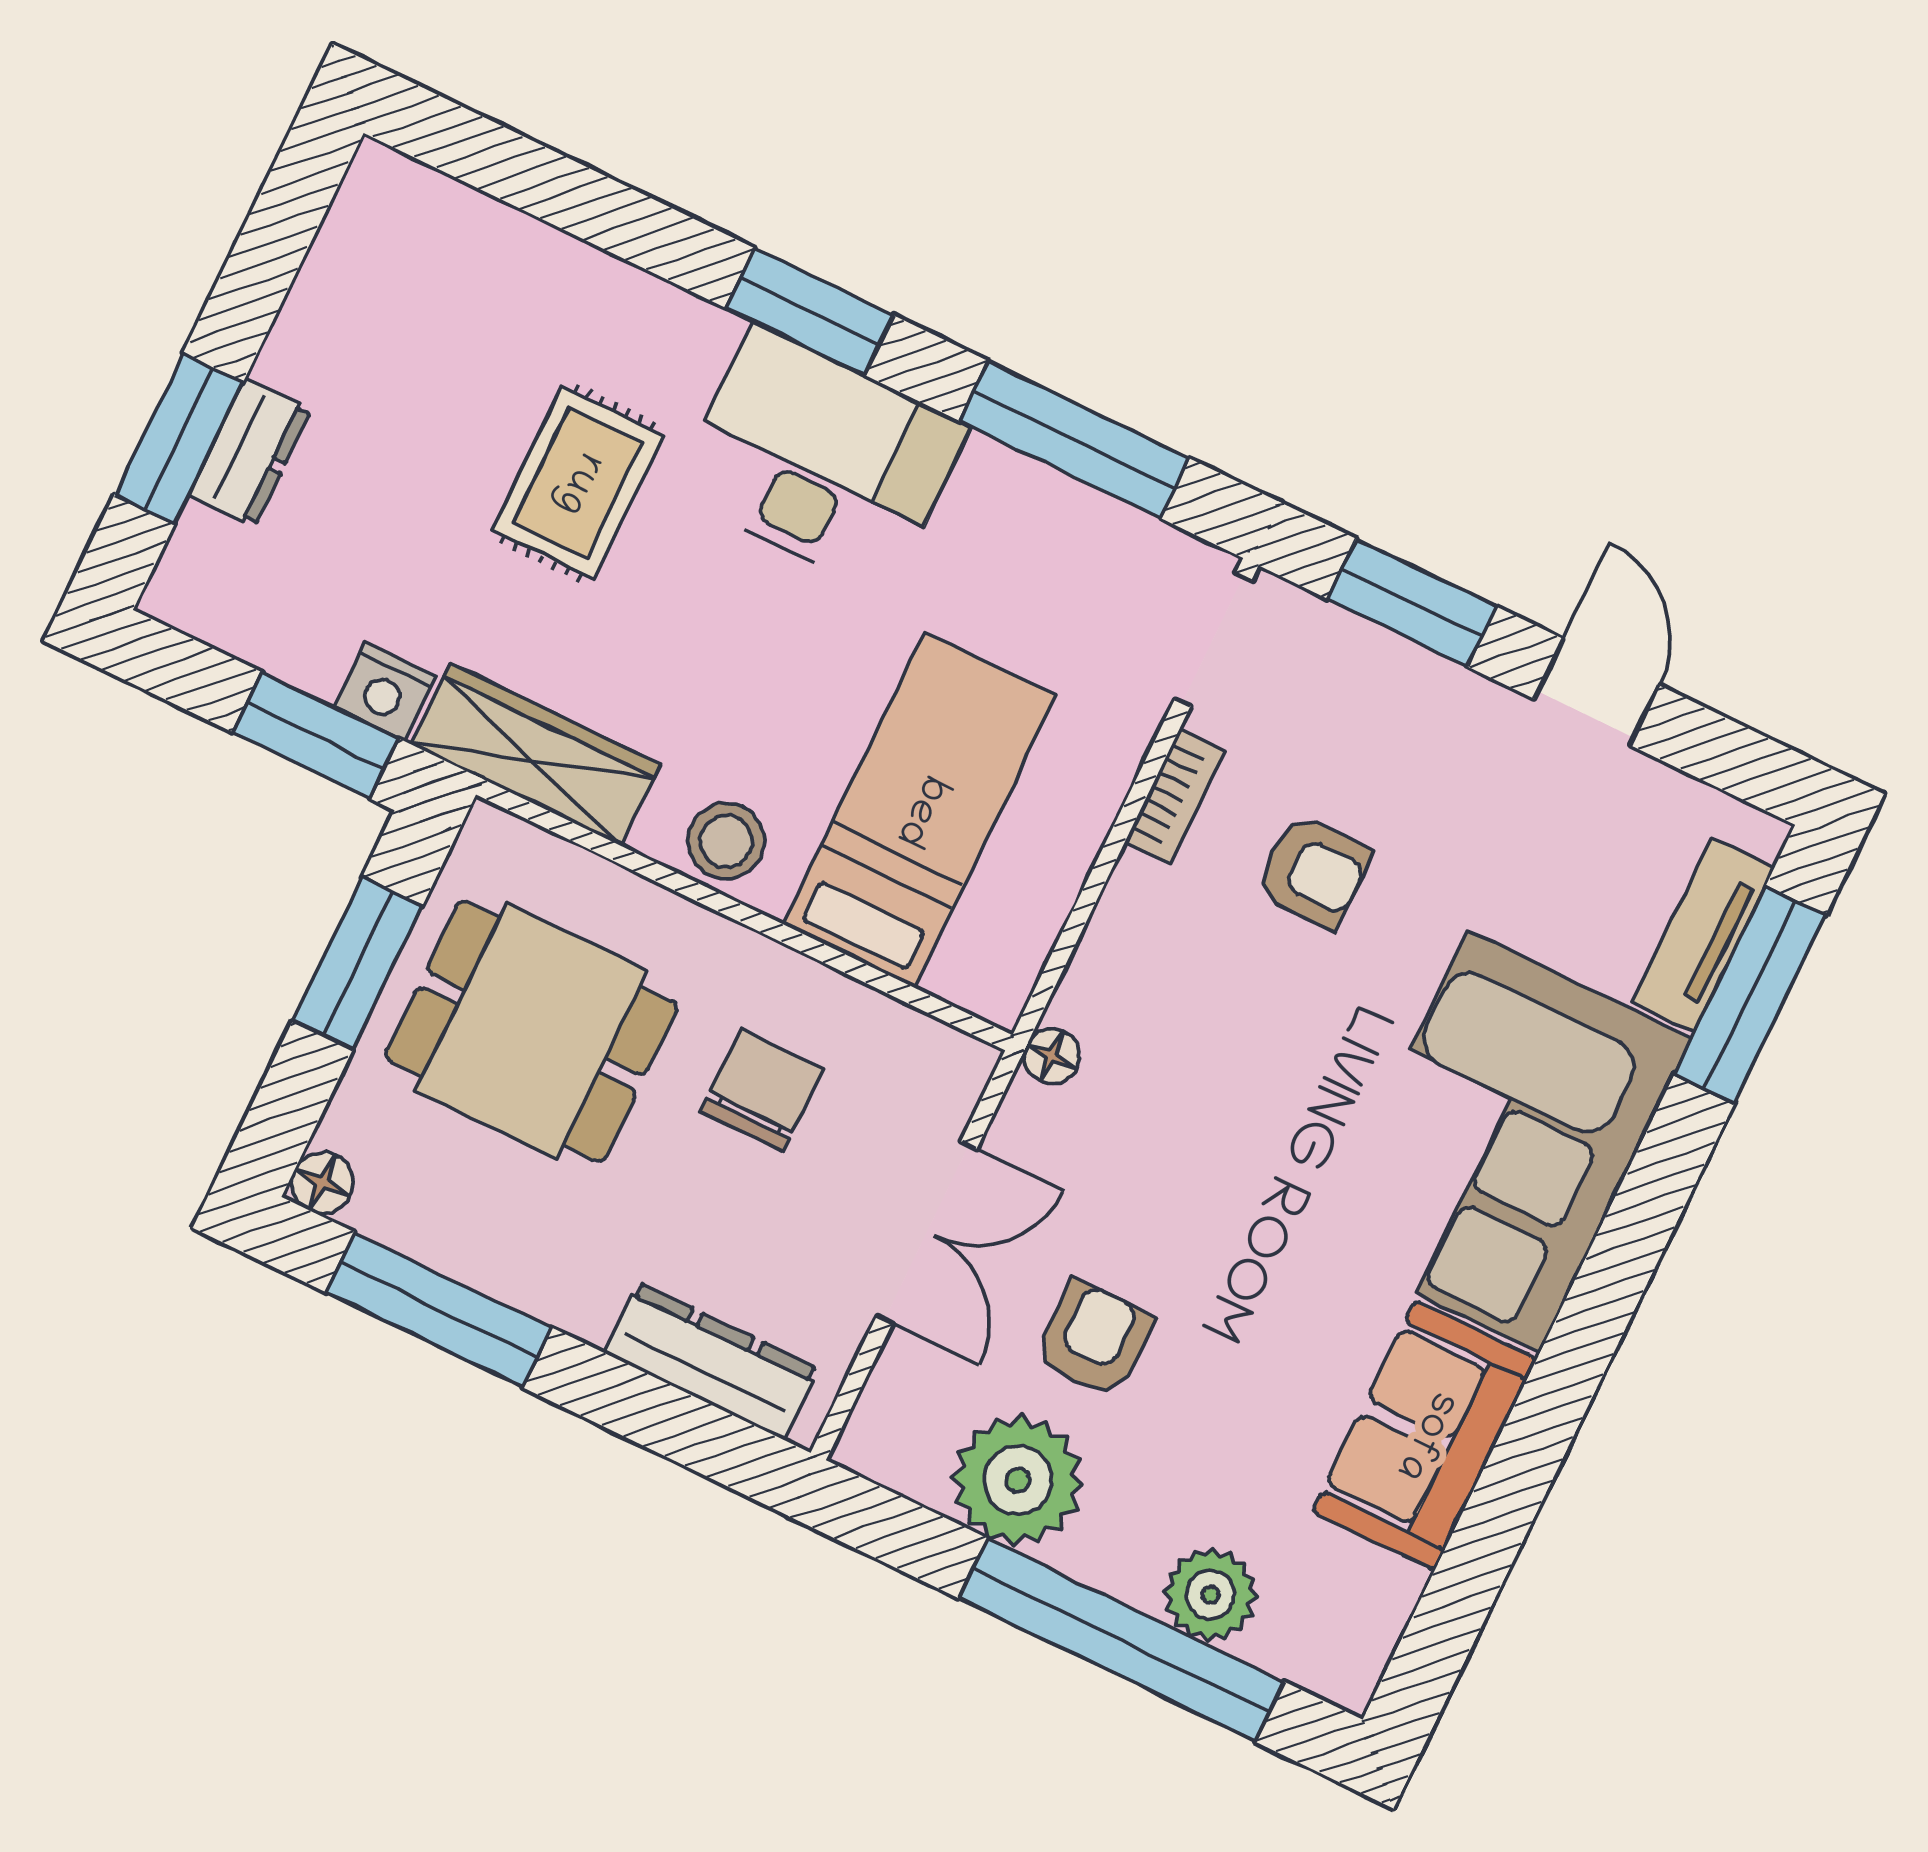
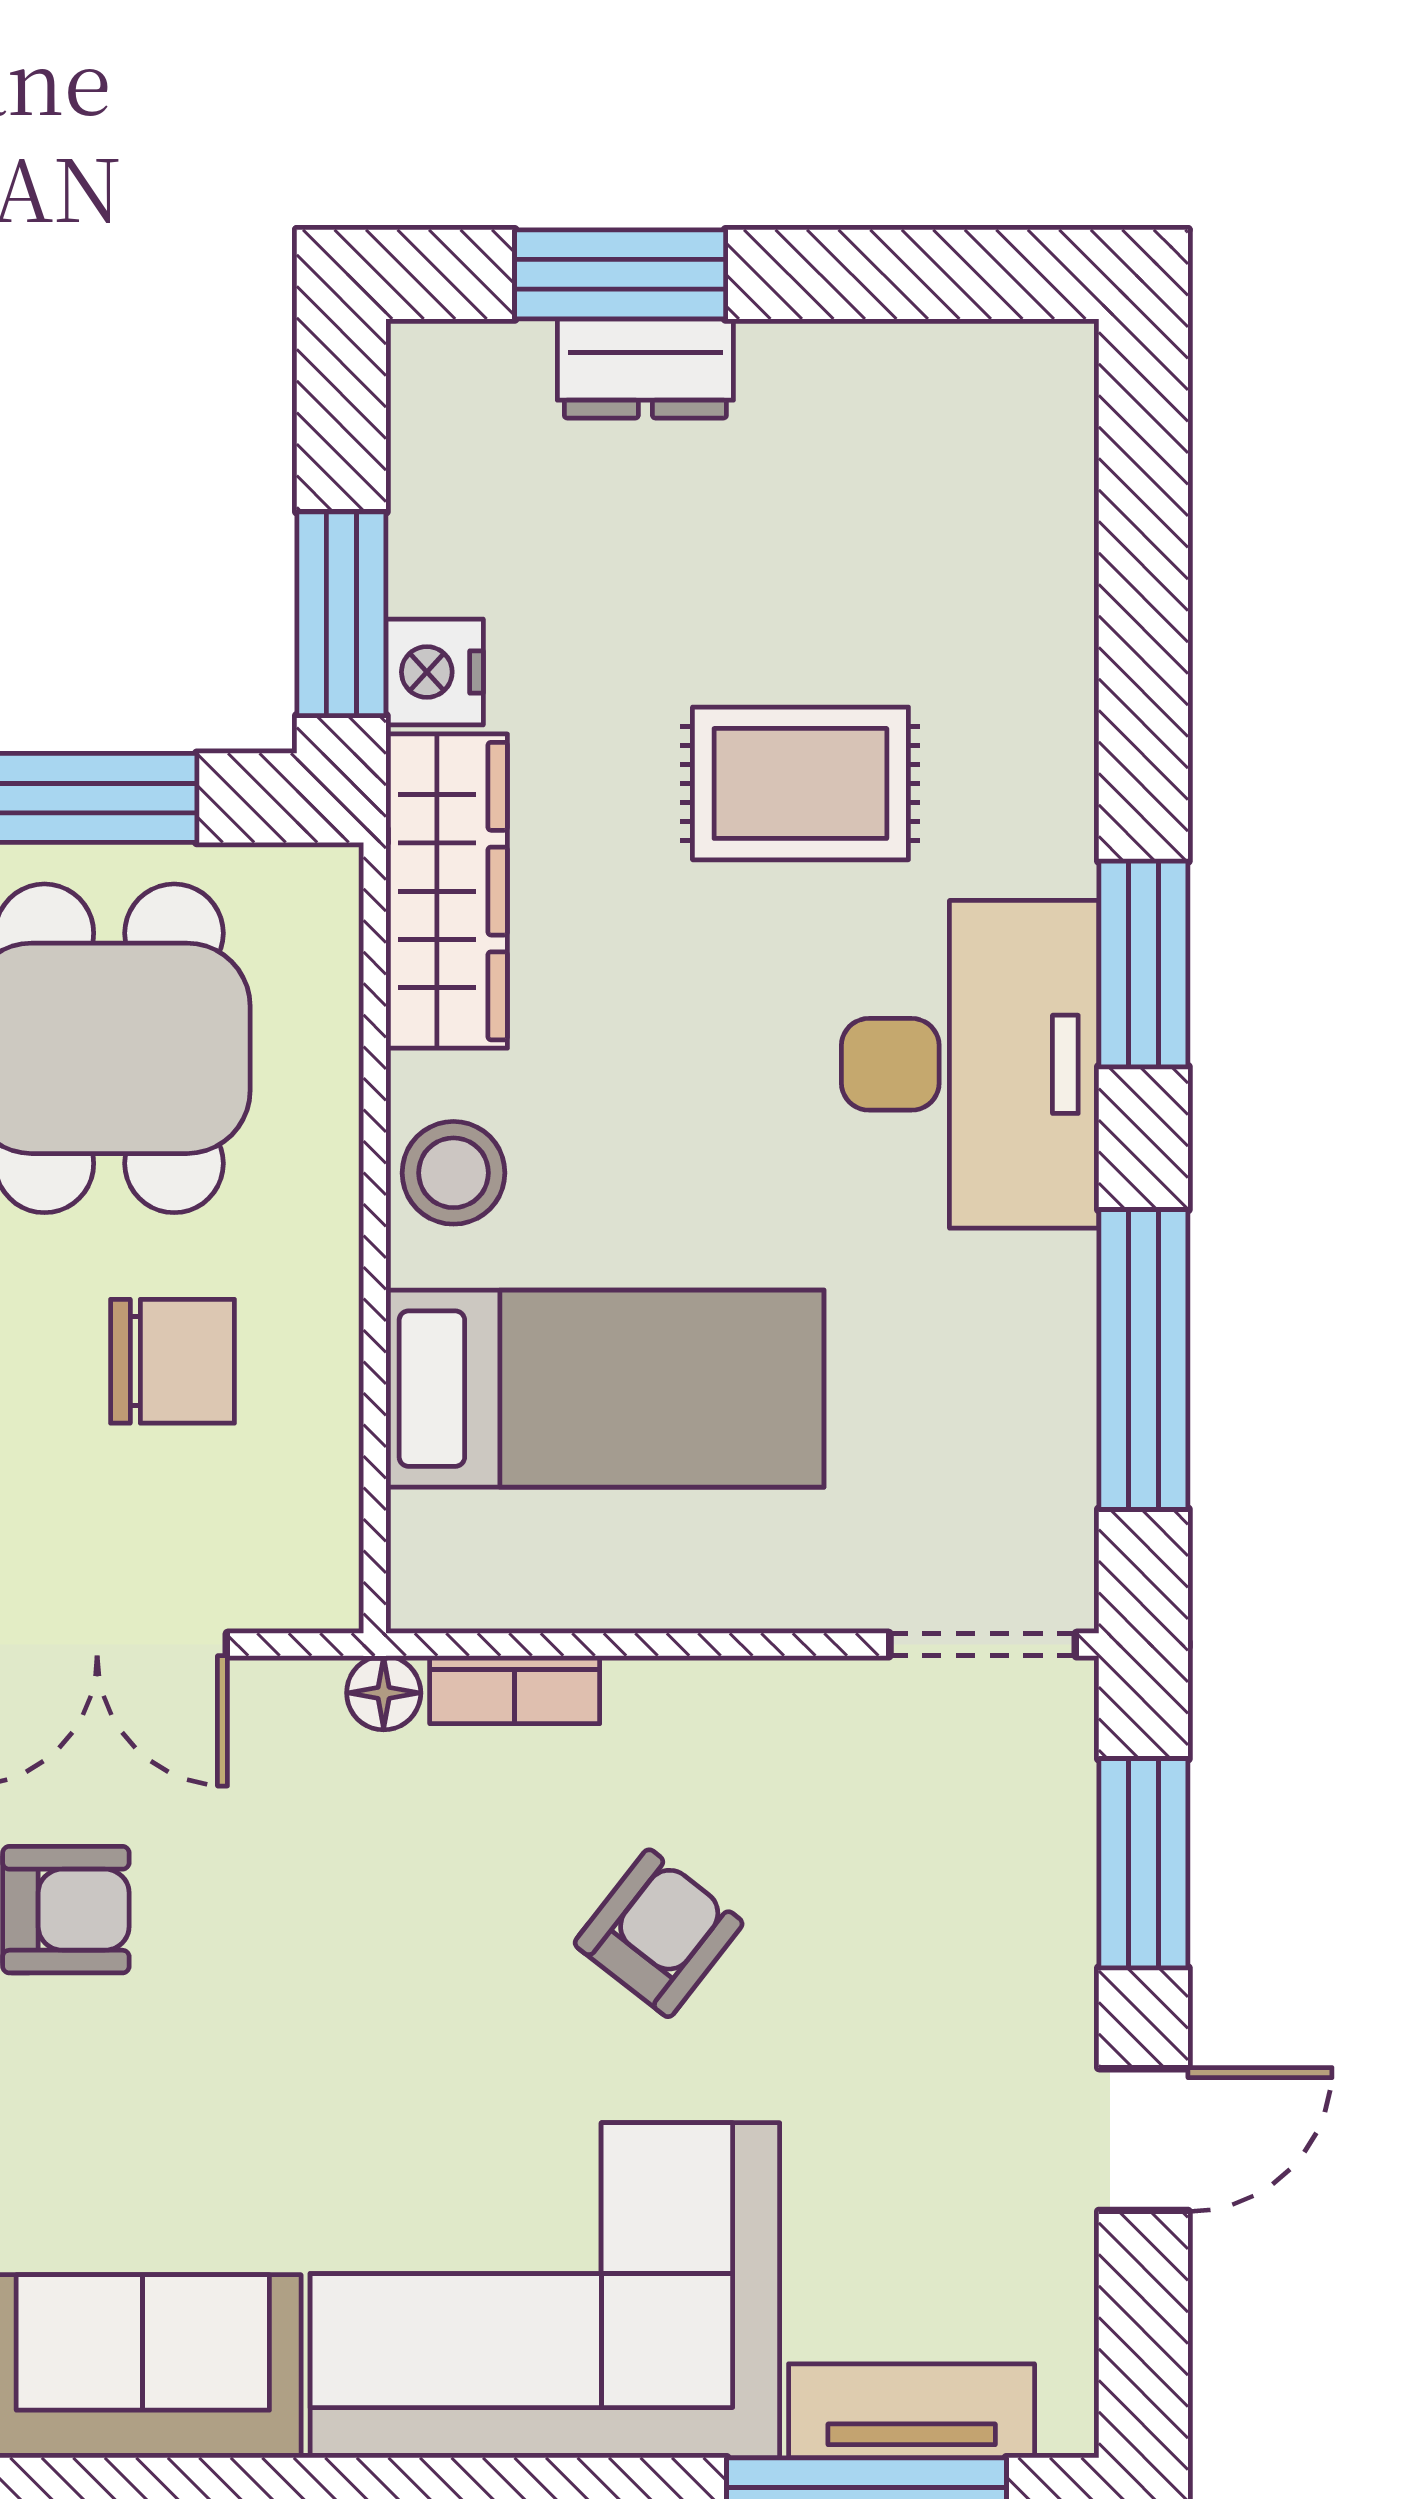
bookcase: (1175, 797) -> (515, 1690), moved
armchair: (1314, 872) -> (659, 1933), moved, turned -142

